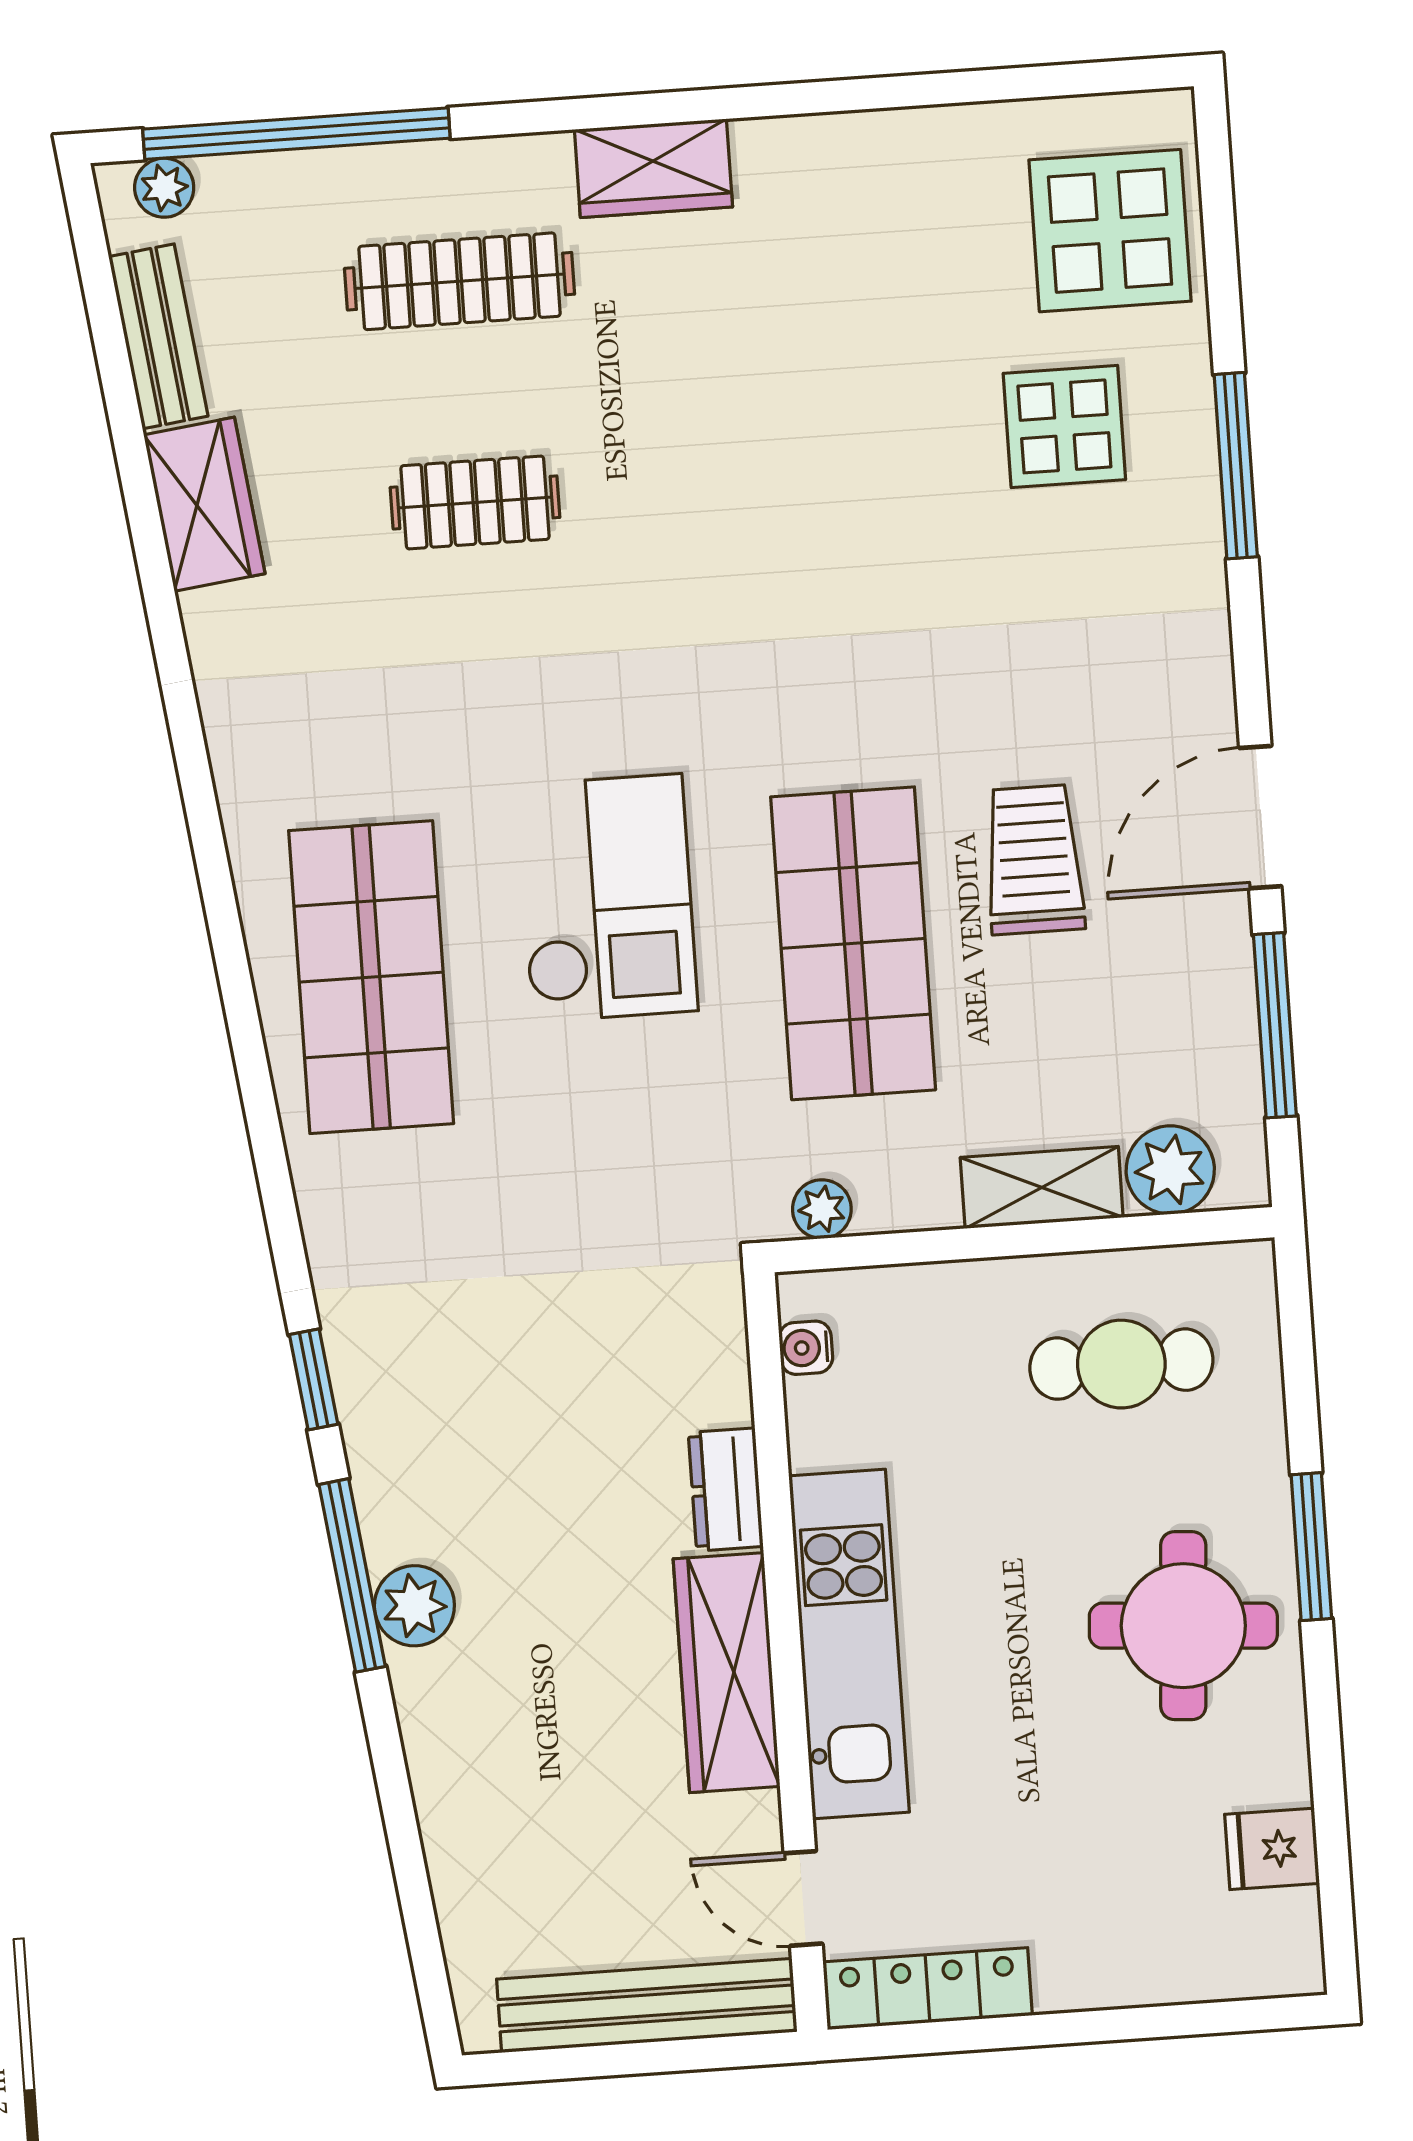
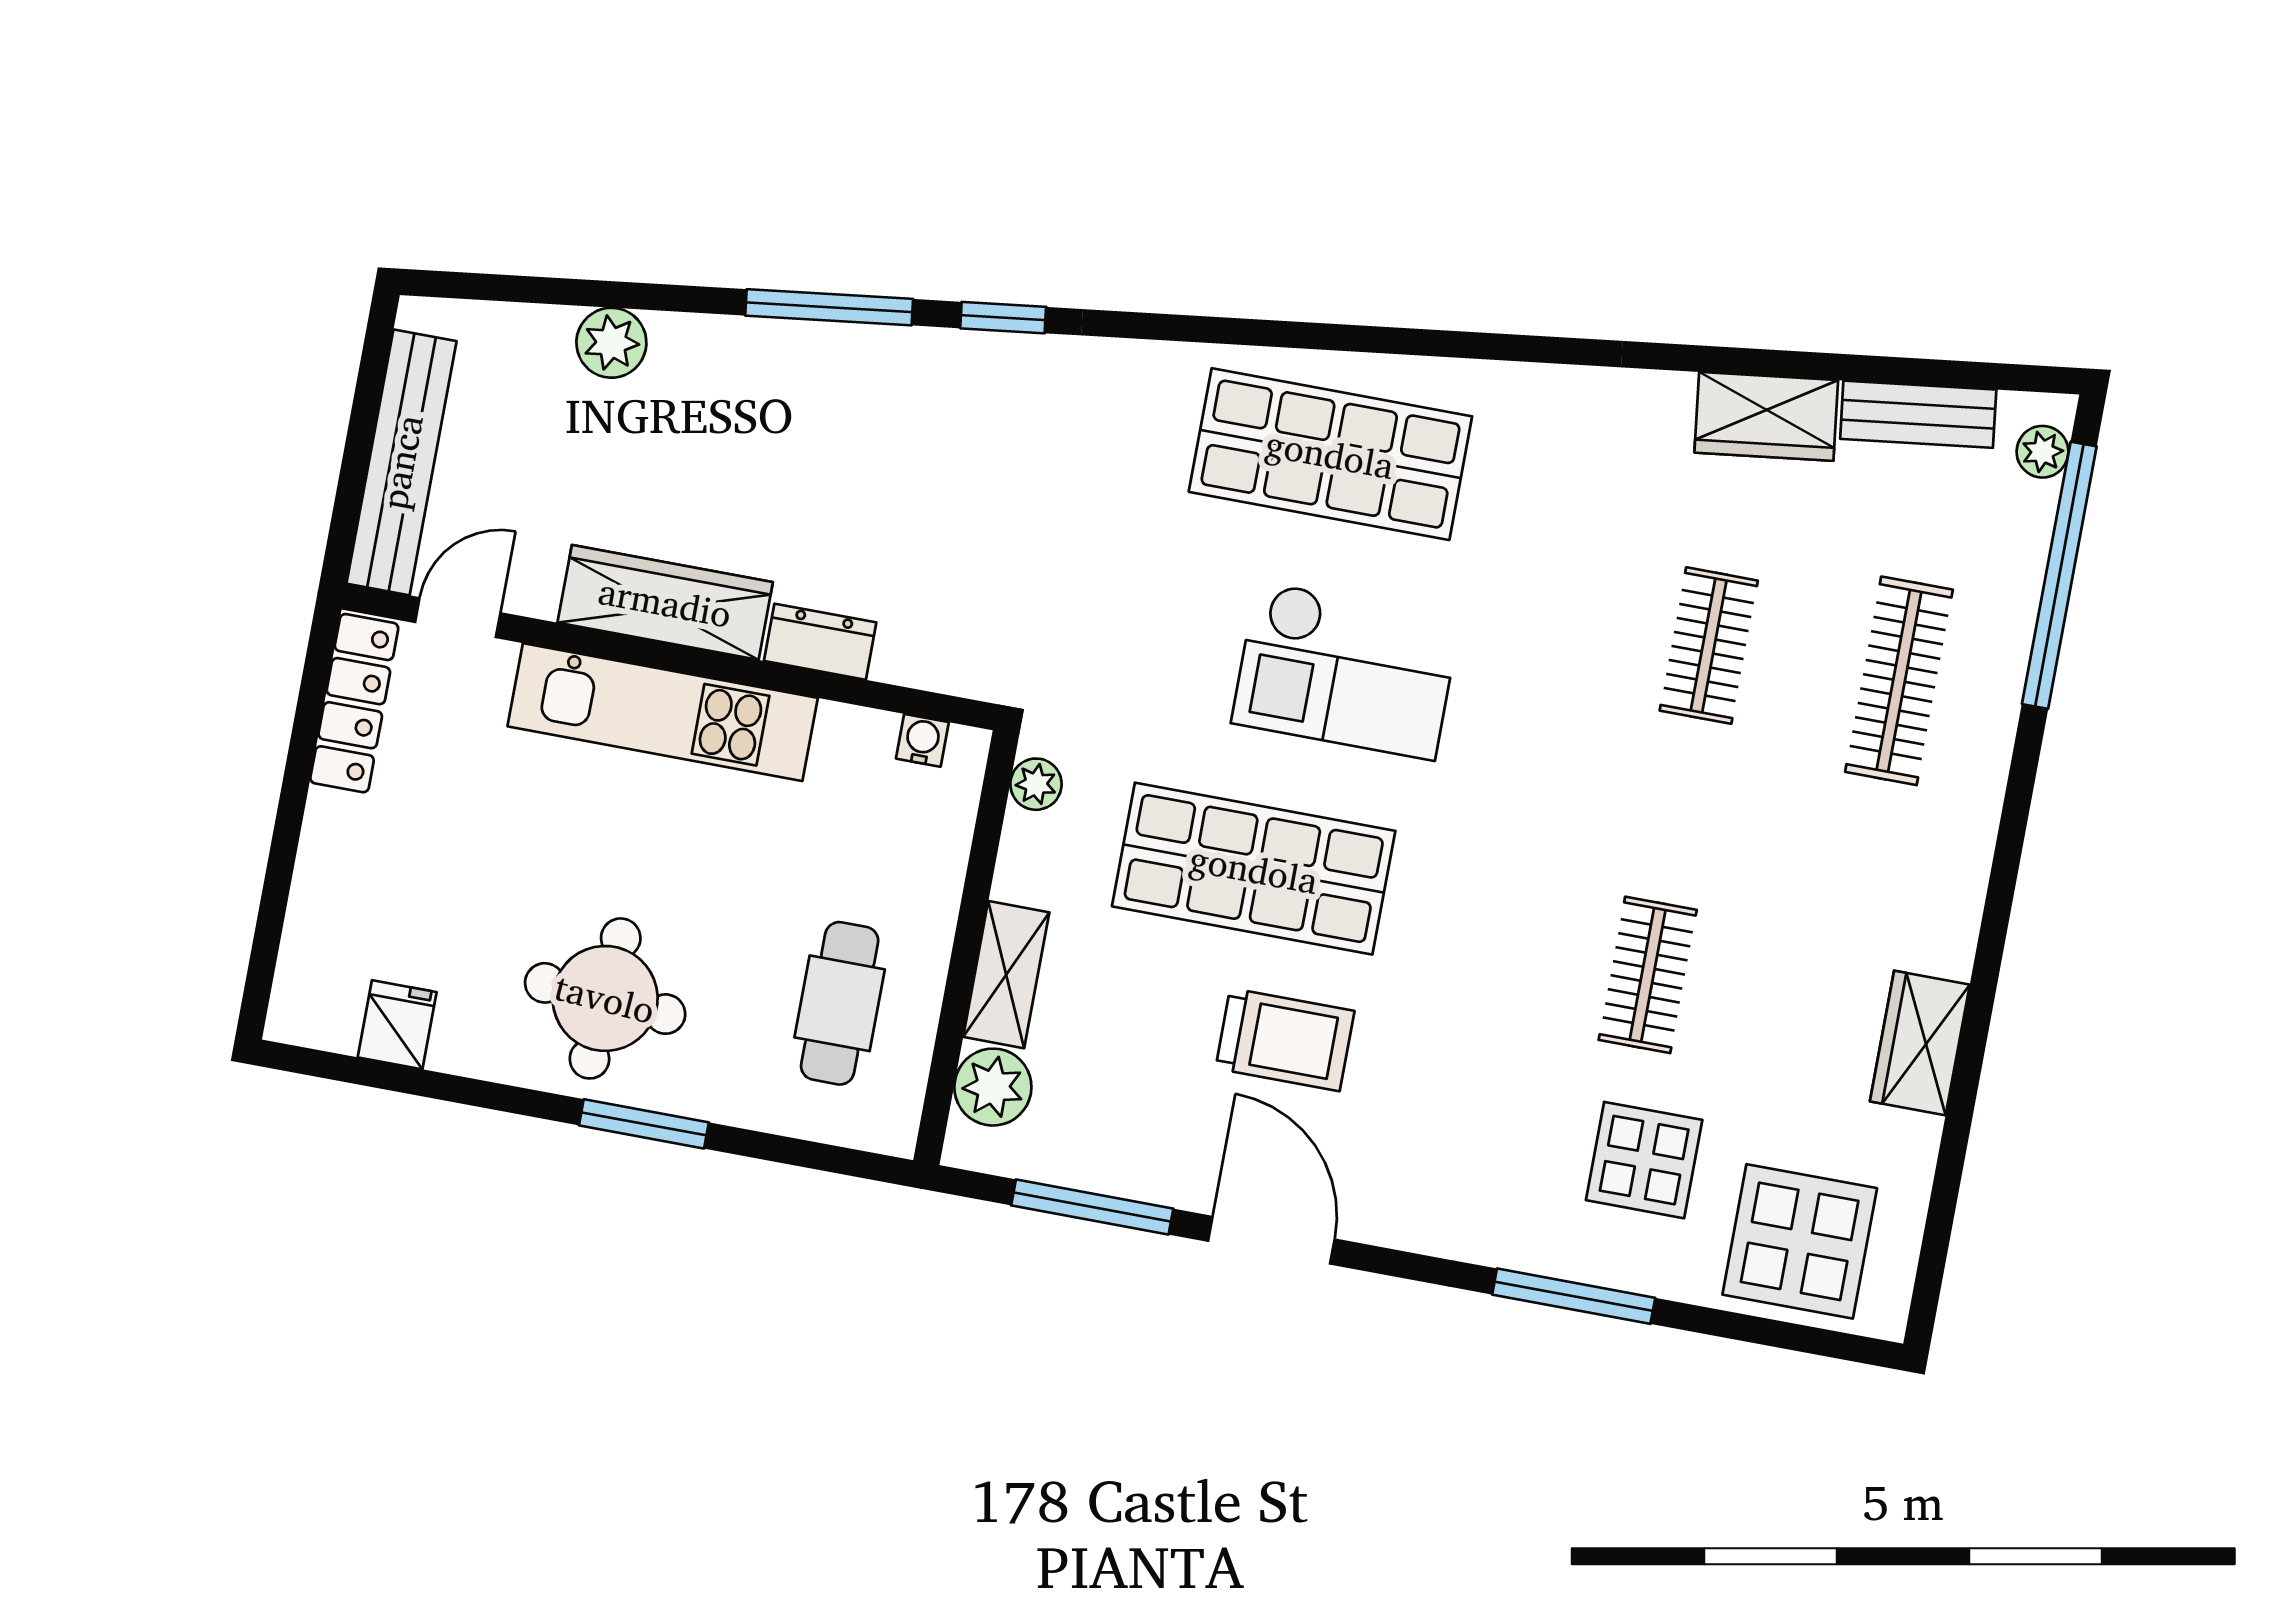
wardrobe: (653, 168) -> (1920, 1043), moved
clothes rail: (858, 476) -> (1648, 975), added
plant: (414, 1606) -> (611, 343), moved

